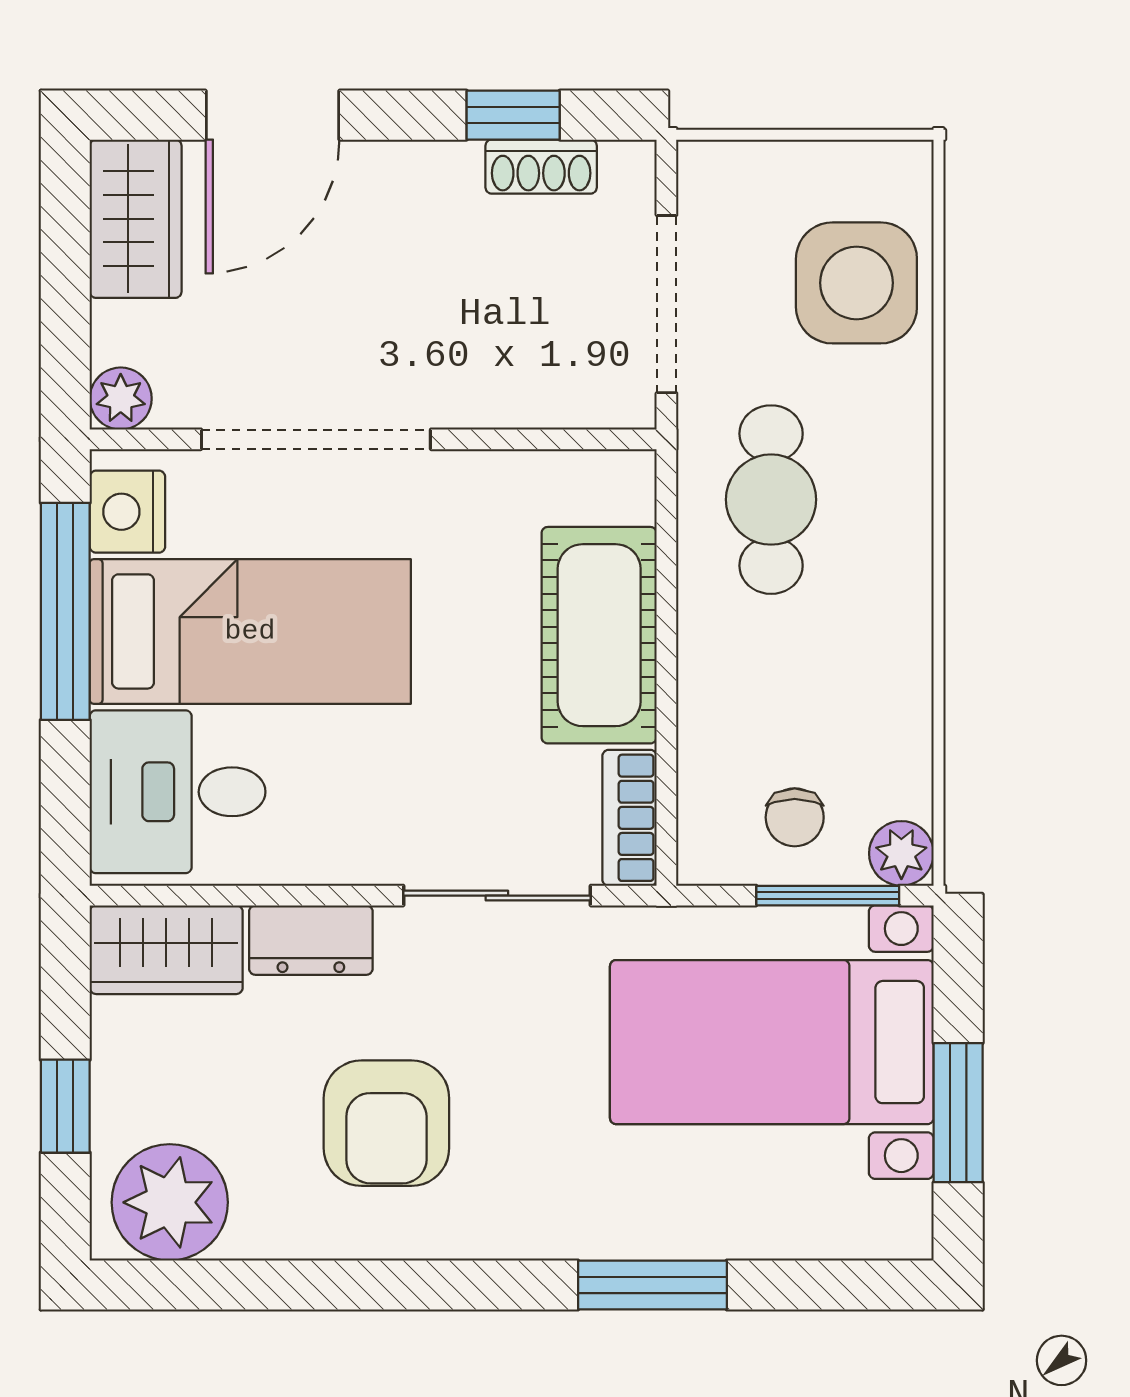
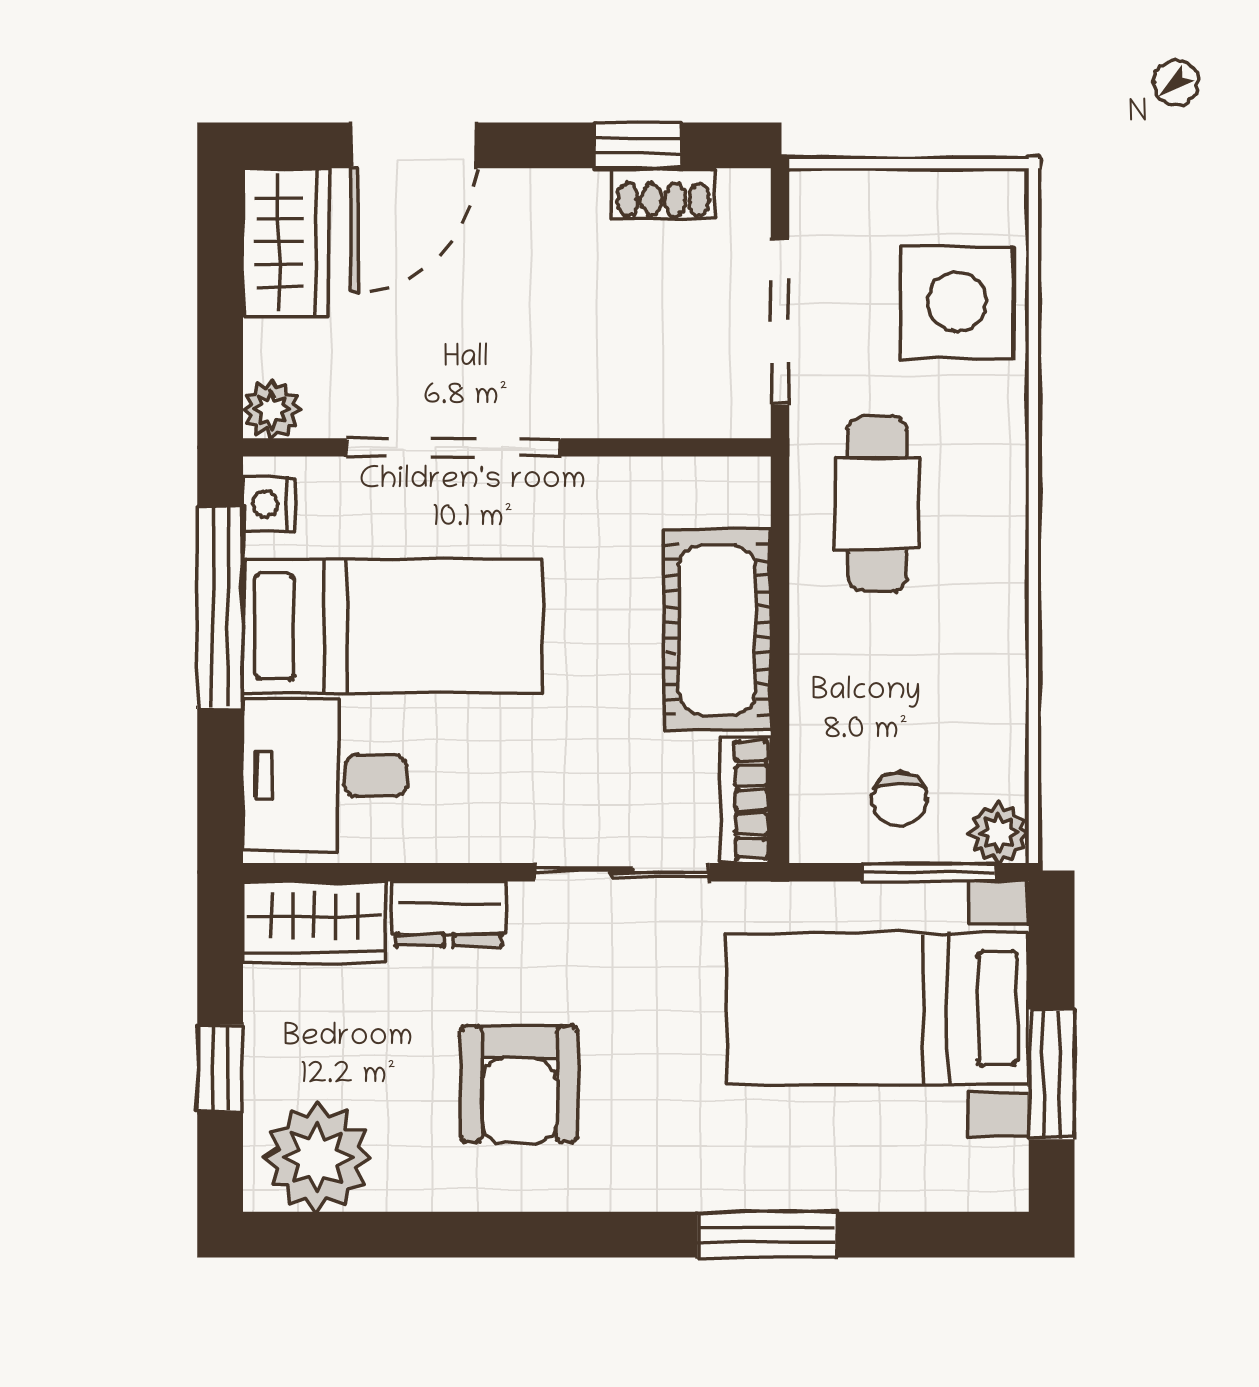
nightstand: (127, 512) -> (269, 504), width x0.72, depth x0.74

